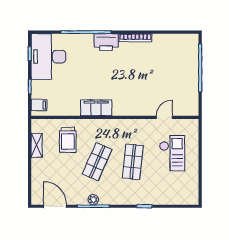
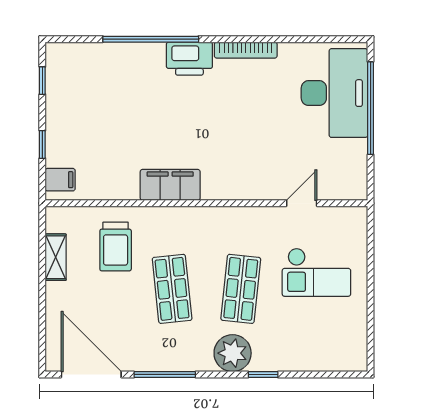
desk: (48, 57) -> (334, 93), moved, turned 180
checkout: (172, 153) -> (316, 272), turned 90
shop shelf: (97, 162) -> (172, 289), turned -30
plant: (93, 200) -> (233, 353), moved, width x1.87, depth x1.87
door: (55, 206) -> (91, 374), width x1.36

